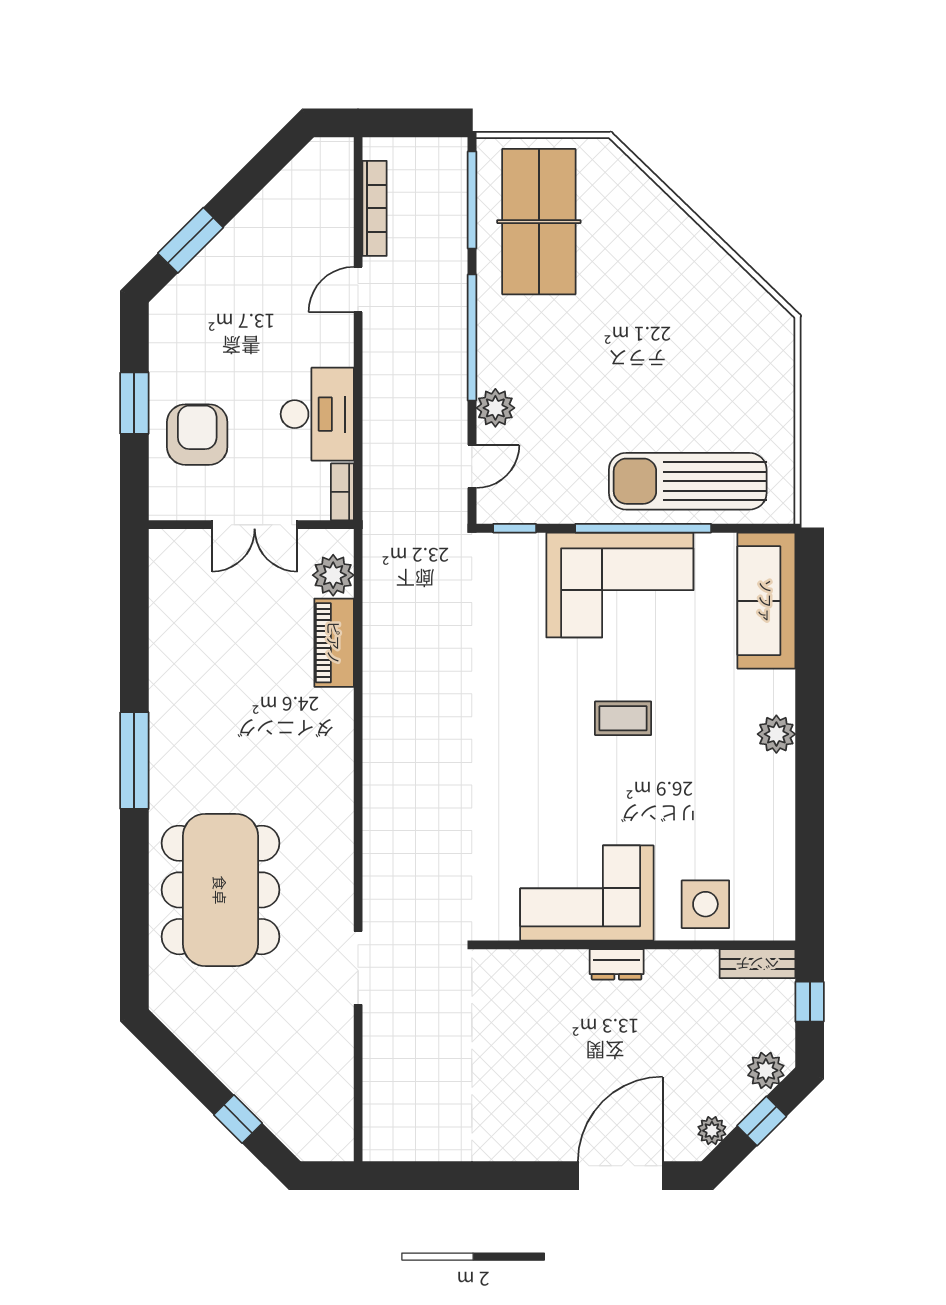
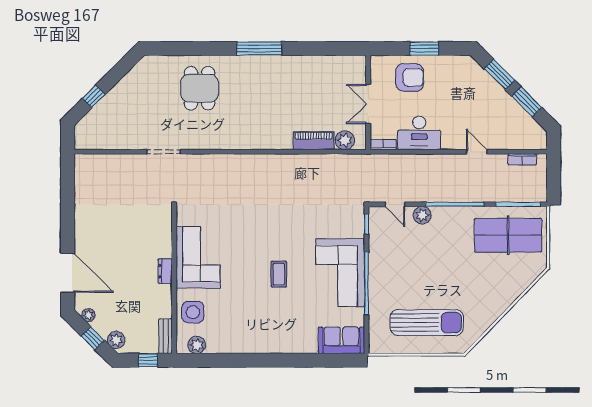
window: (250, 181) -> (527, 102), added
bookcase: (374, 208) -> (522, 159), width x0.64
sun lounger: (688, 481) -> (427, 323), moved, turned 90
sofa: (766, 601) -> (341, 340), width x0.73
plant: (776, 734) -> (197, 345), moved
dining table: (220, 890) -> (200, 88), width x0.53, depth x0.80

